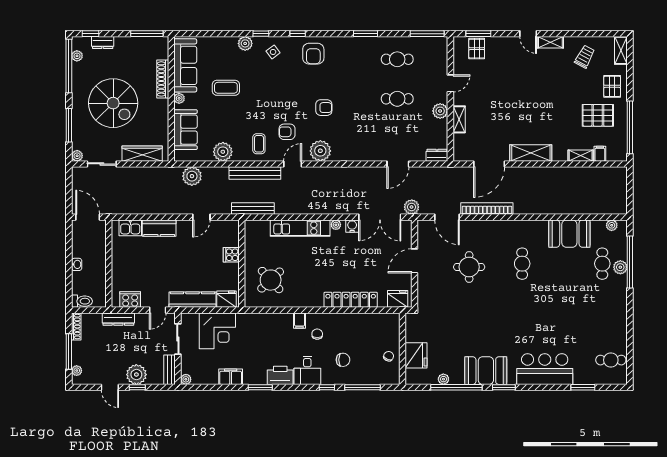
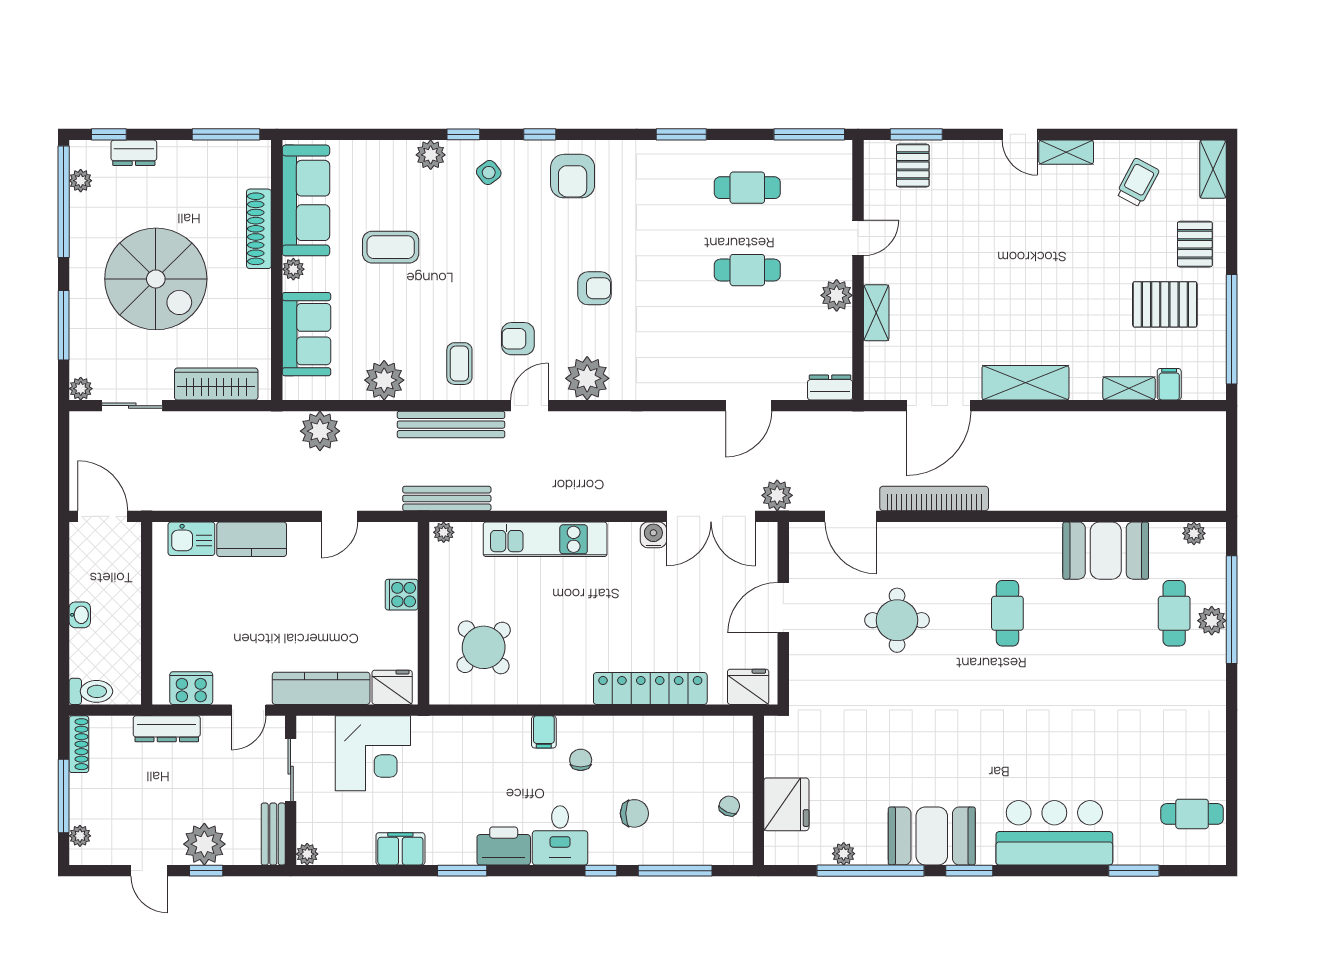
plant: (336, 225) -> (444, 532), moved

